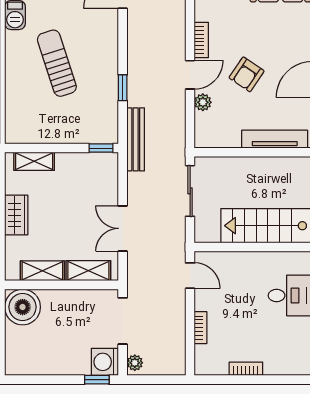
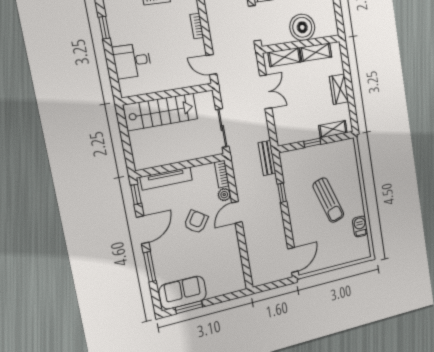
bookcase: (201, 40) -> (222, 174), moved
bench: (136, 139) -> (267, 158), width x0.73
window: (101, 148) -> (312, 143), moved
boiler: (23, 307) -> (302, 27), moved

